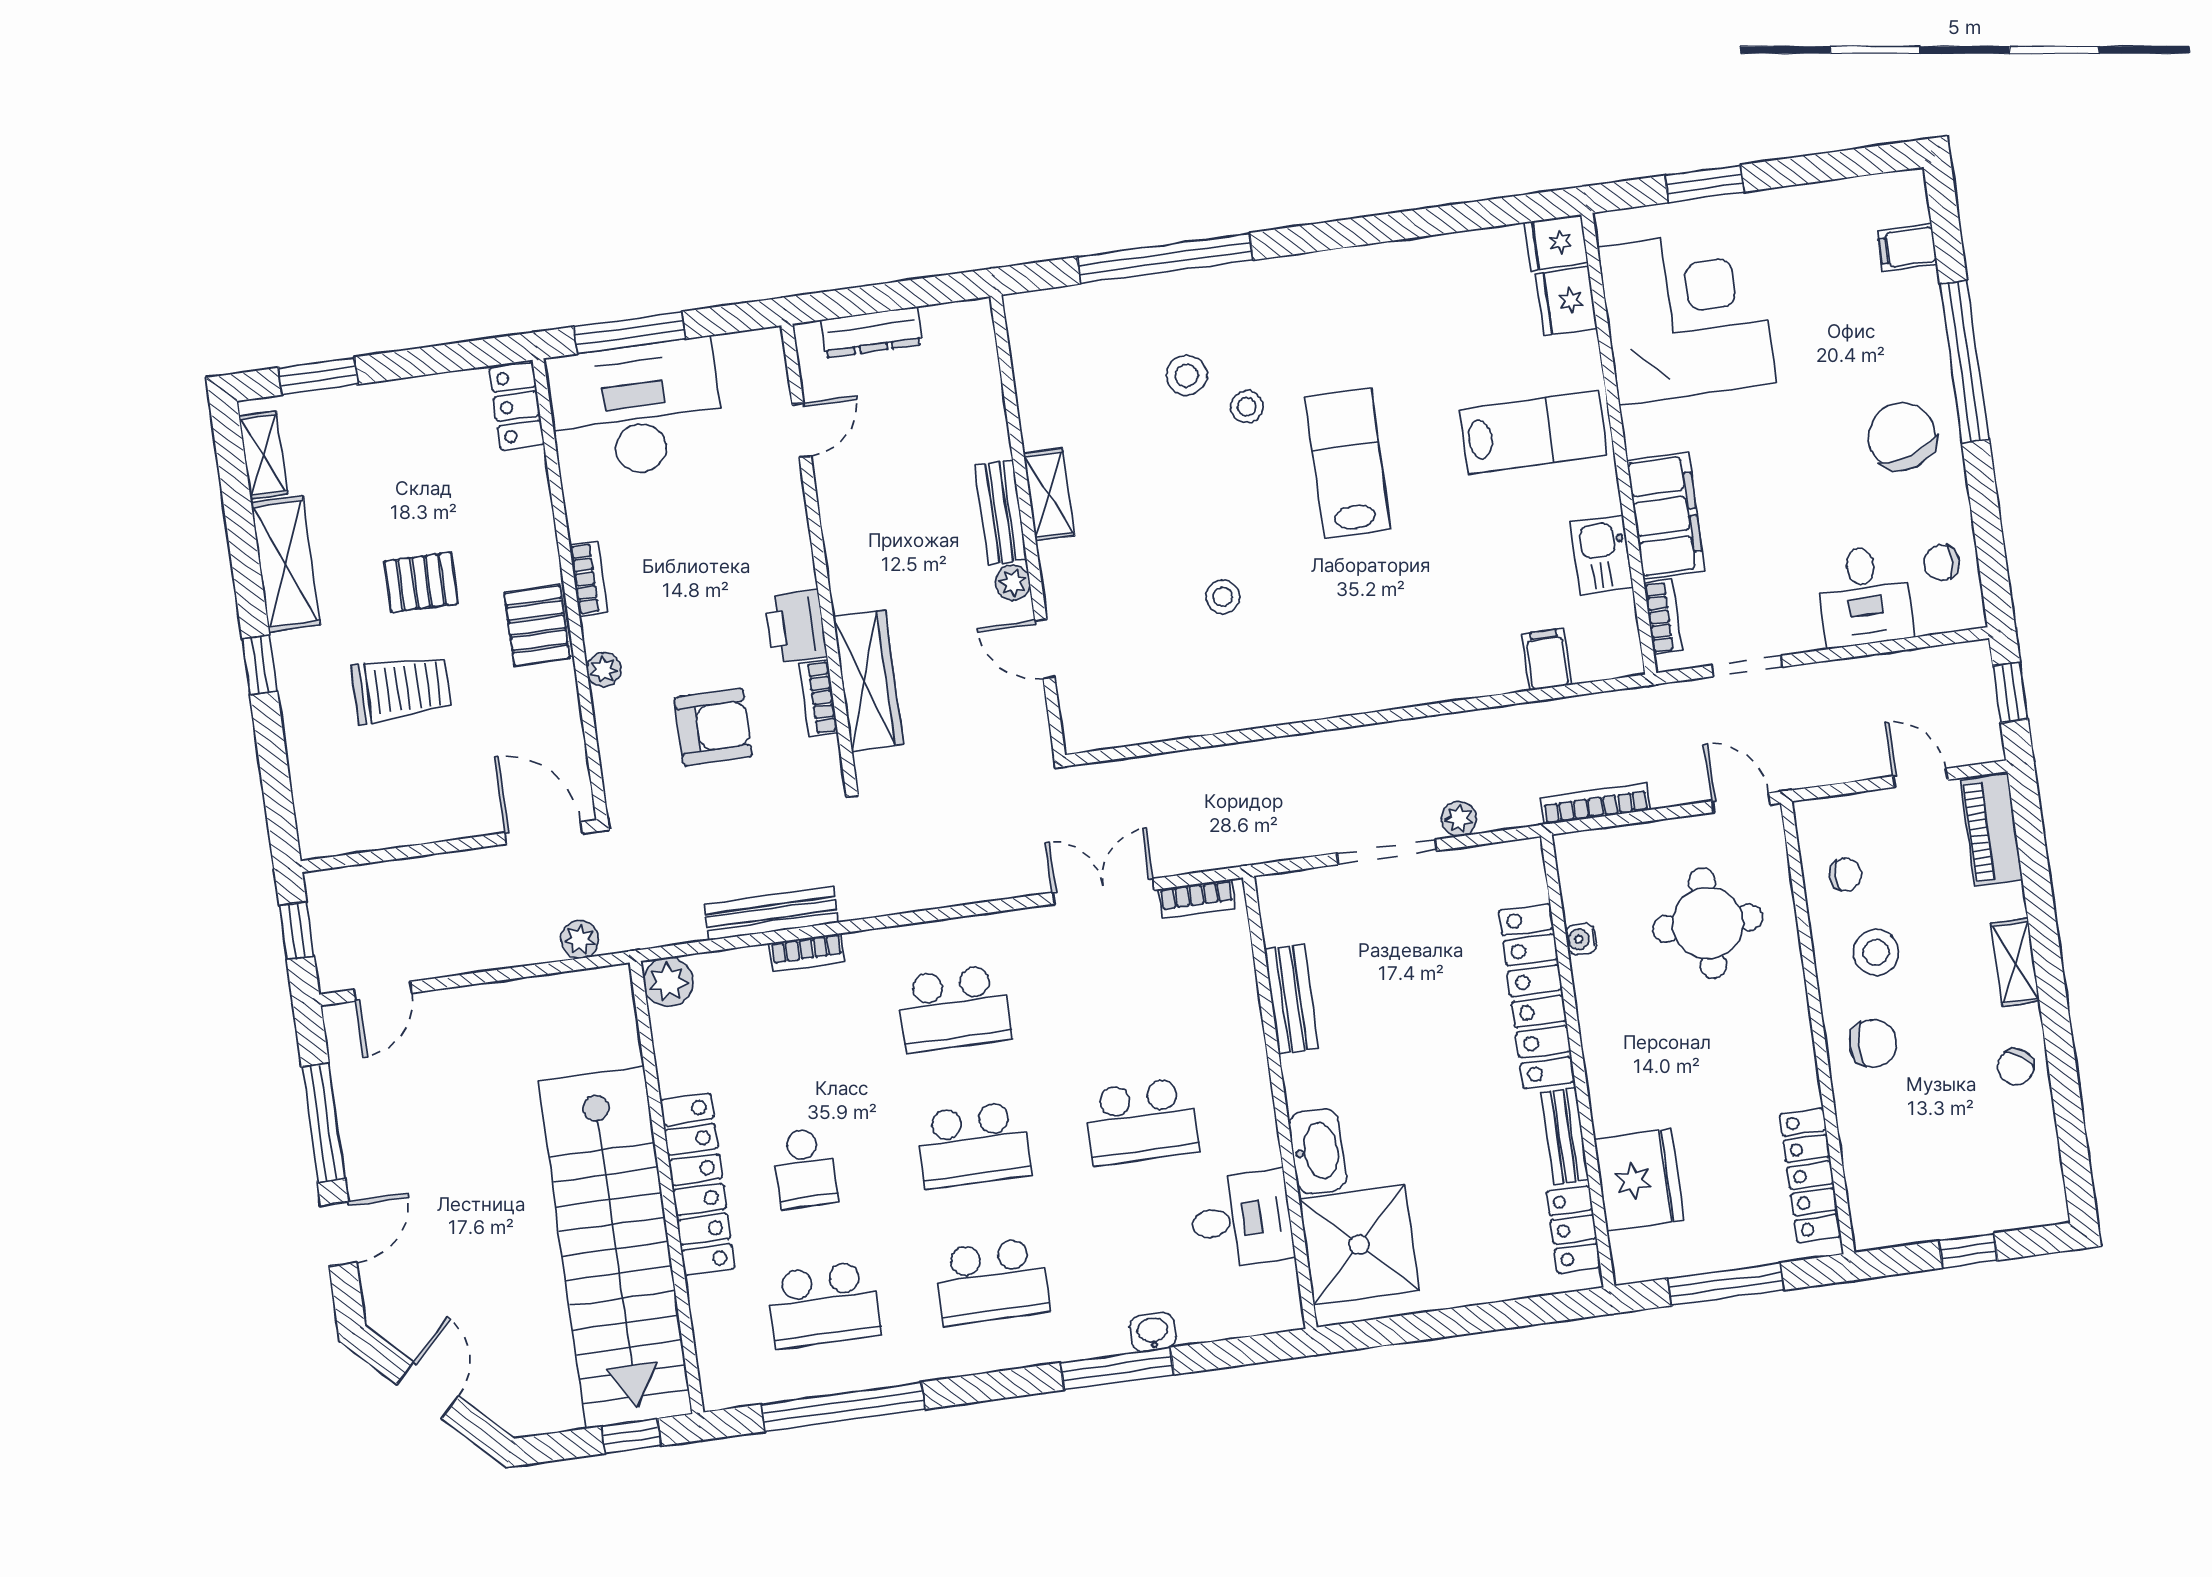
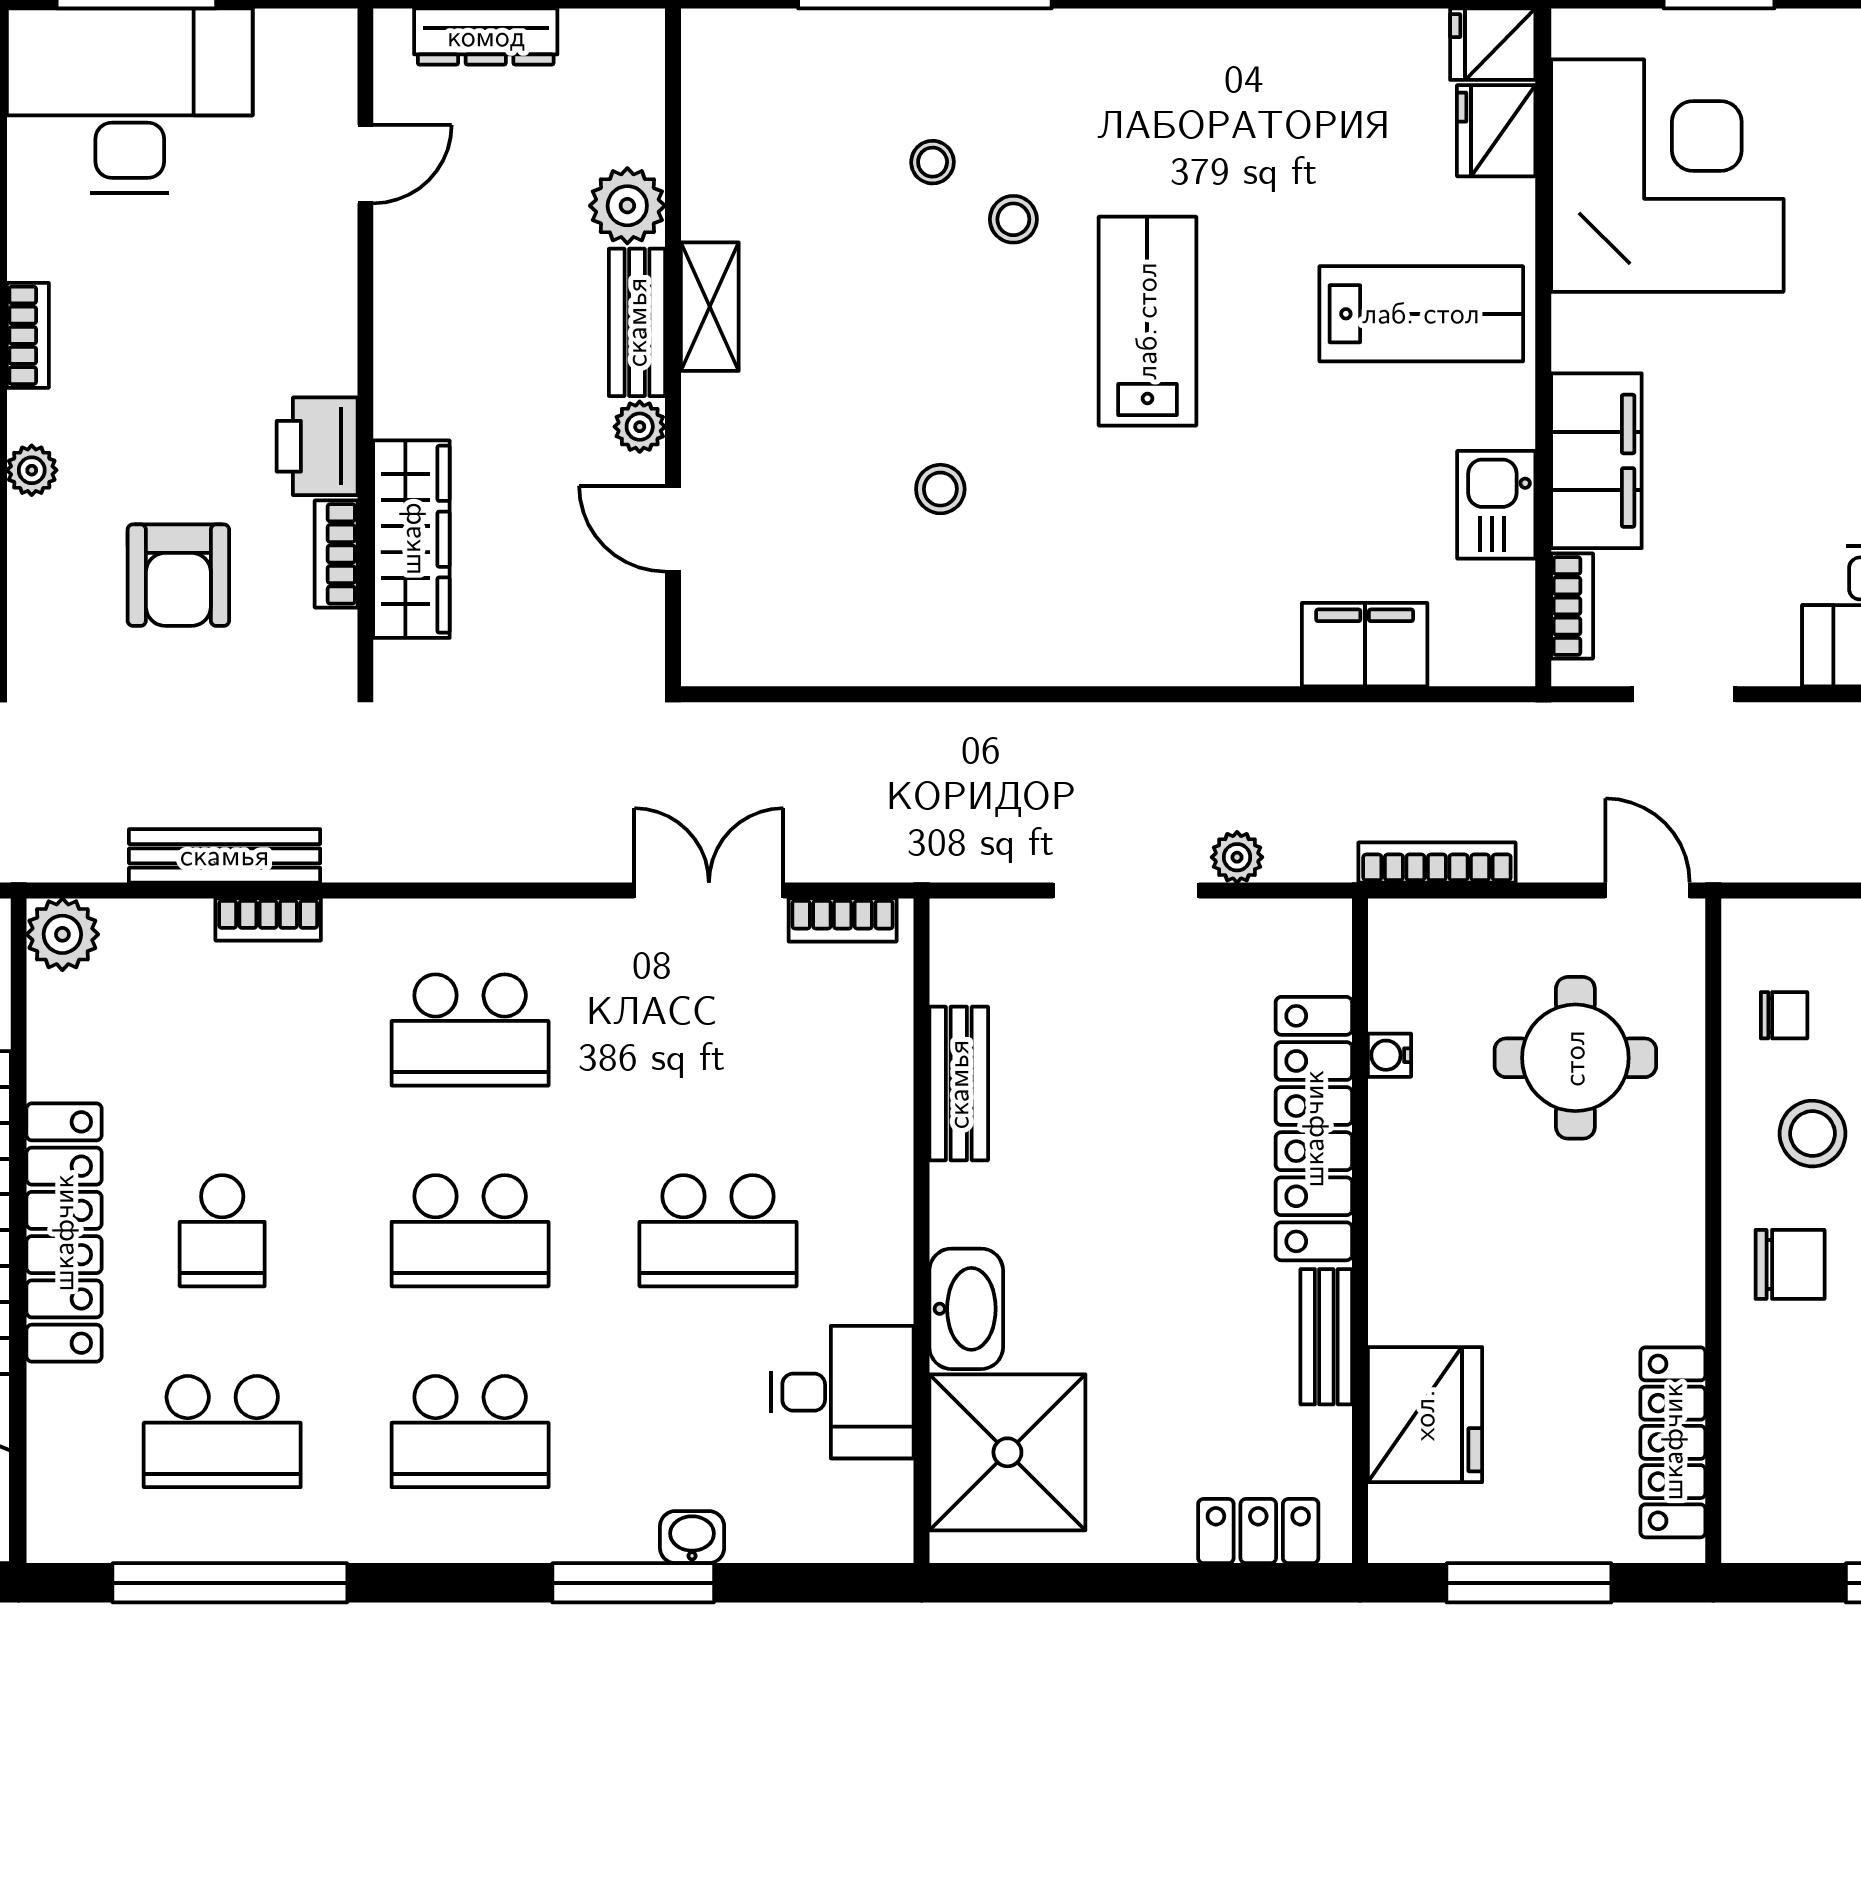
stool: (1187, 375) -> (933, 162), width x0.73, depth x0.73
plant: (983, 434) -> (627, 206), added
filing cabinet: (1547, 659) -> (1365, 645), width x2.00
armchair: (713, 727) -> (178, 575), turned 90
locker: (1573, 1229) -> (1258, 1531), moved, turned 90

